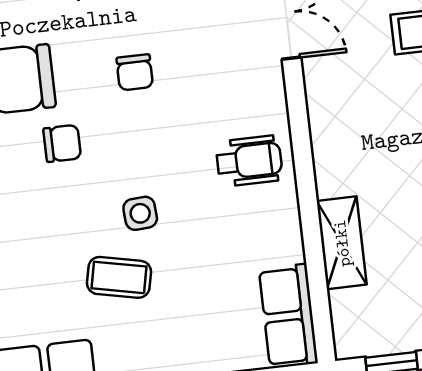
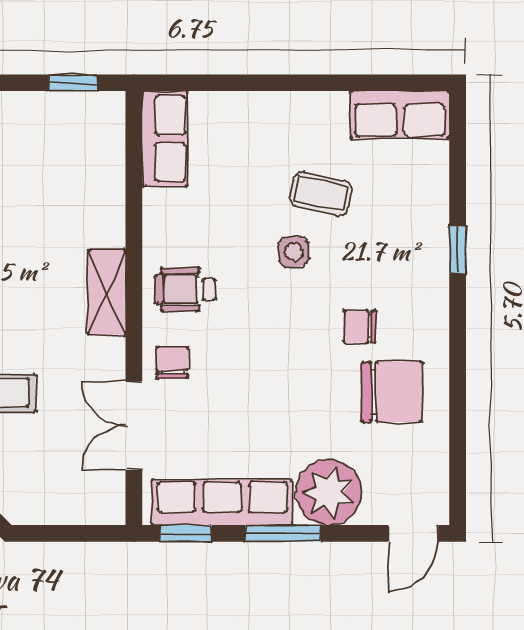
chair: (135, 72) -> (172, 363), moved
shelving: (342, 243) -> (107, 292), moved

